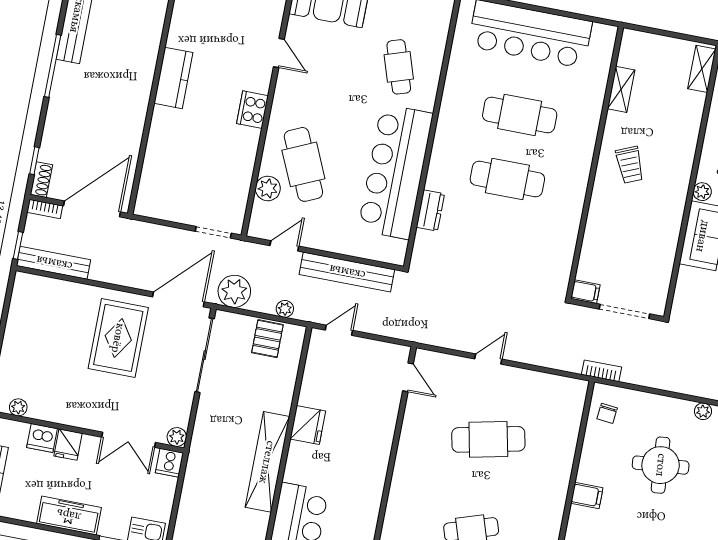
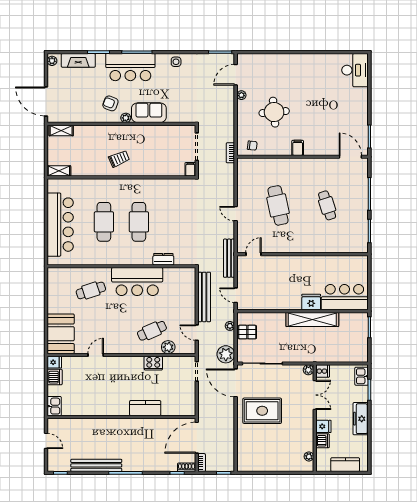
kitchen counter: (173, 78) -> (145, 408), moved
shelving: (621, 89) -> (59, 171), moved
cooker: (252, 110) -> (153, 363), moved
cafe table: (303, 164) -> (152, 331), width x0.73, depth x0.74
bar counter: (395, 172) -> (137, 282), width x0.73
door: (92, 209) -> (197, 438), hinge flipped
bench: (54, 263) -> (229, 258), moved
fridge: (308, 425) -> (311, 302), moved

